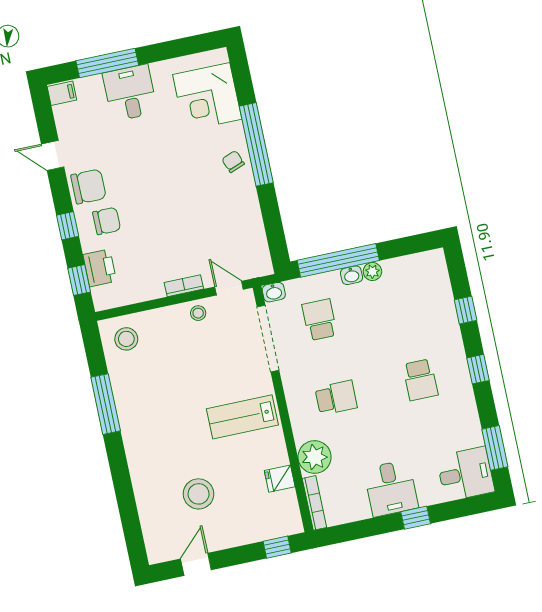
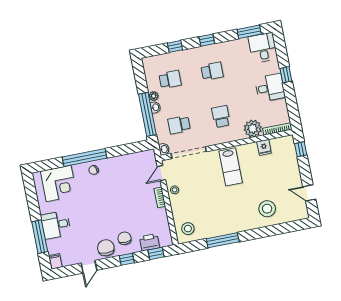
school desk: (404, 302) -> (170, 79), added
stool: (199, 494) -> (267, 209), moved

